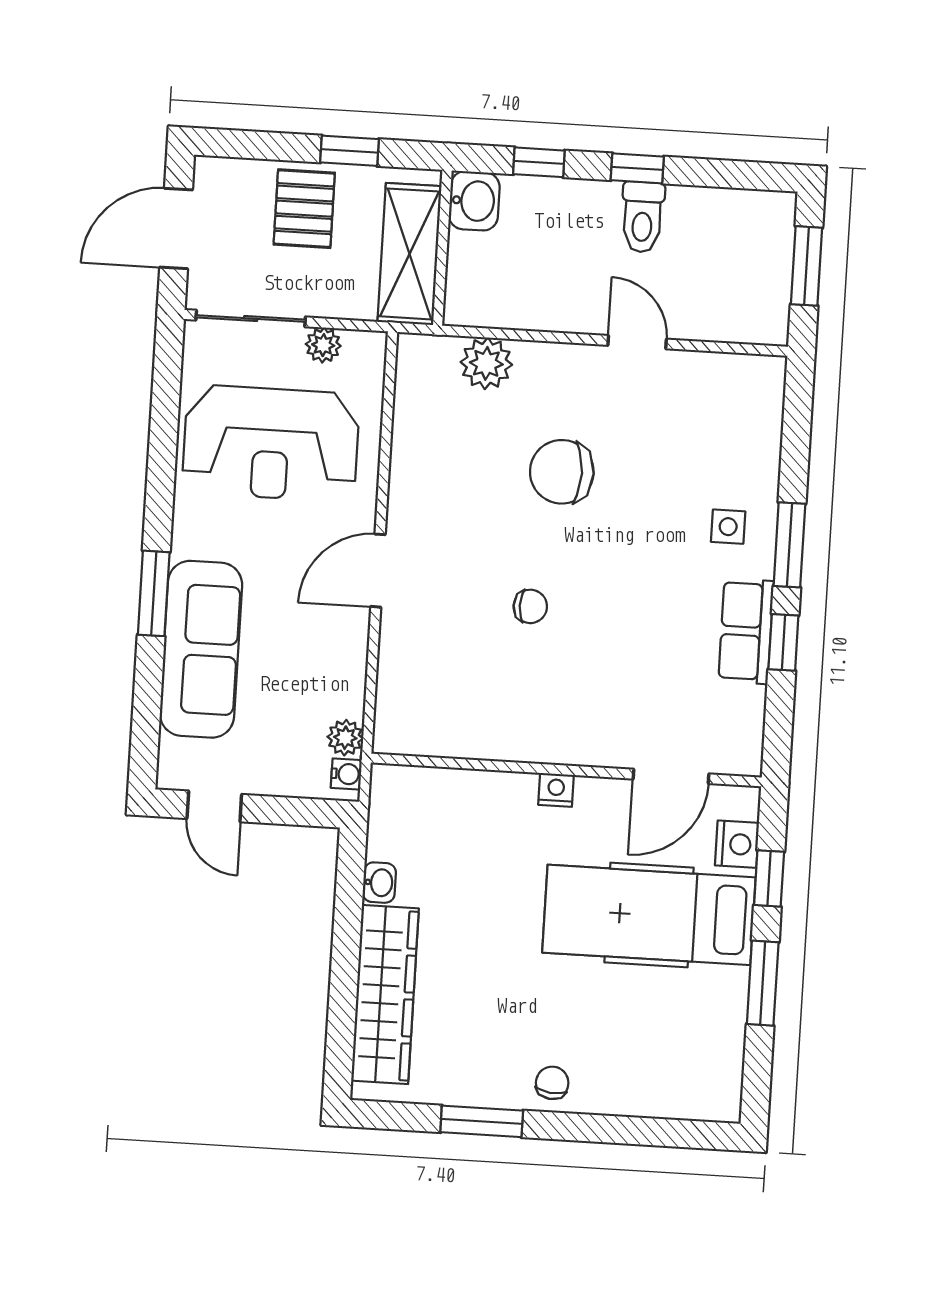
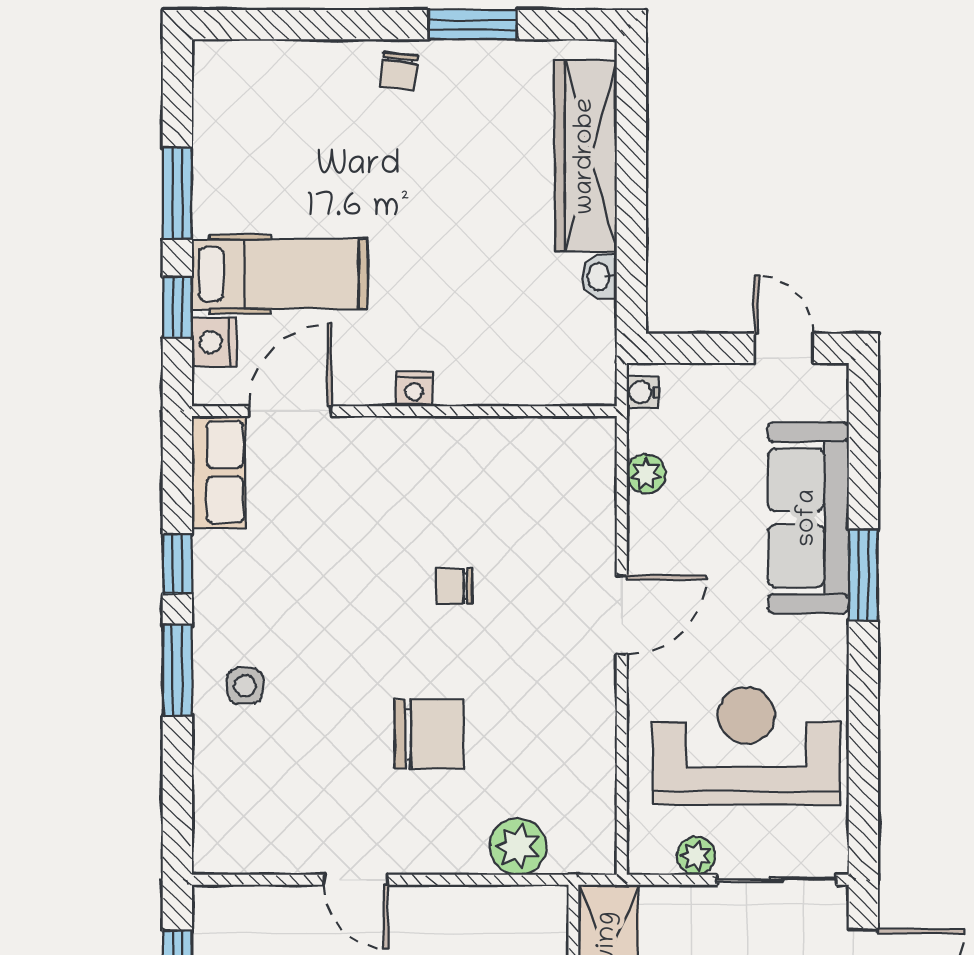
row of seats: (746, 631) -> (219, 472), moved
plant: (345, 738) -> (646, 474), moved
hospital bed: (649, 915) -> (280, 274), width x0.73, depth x0.78

